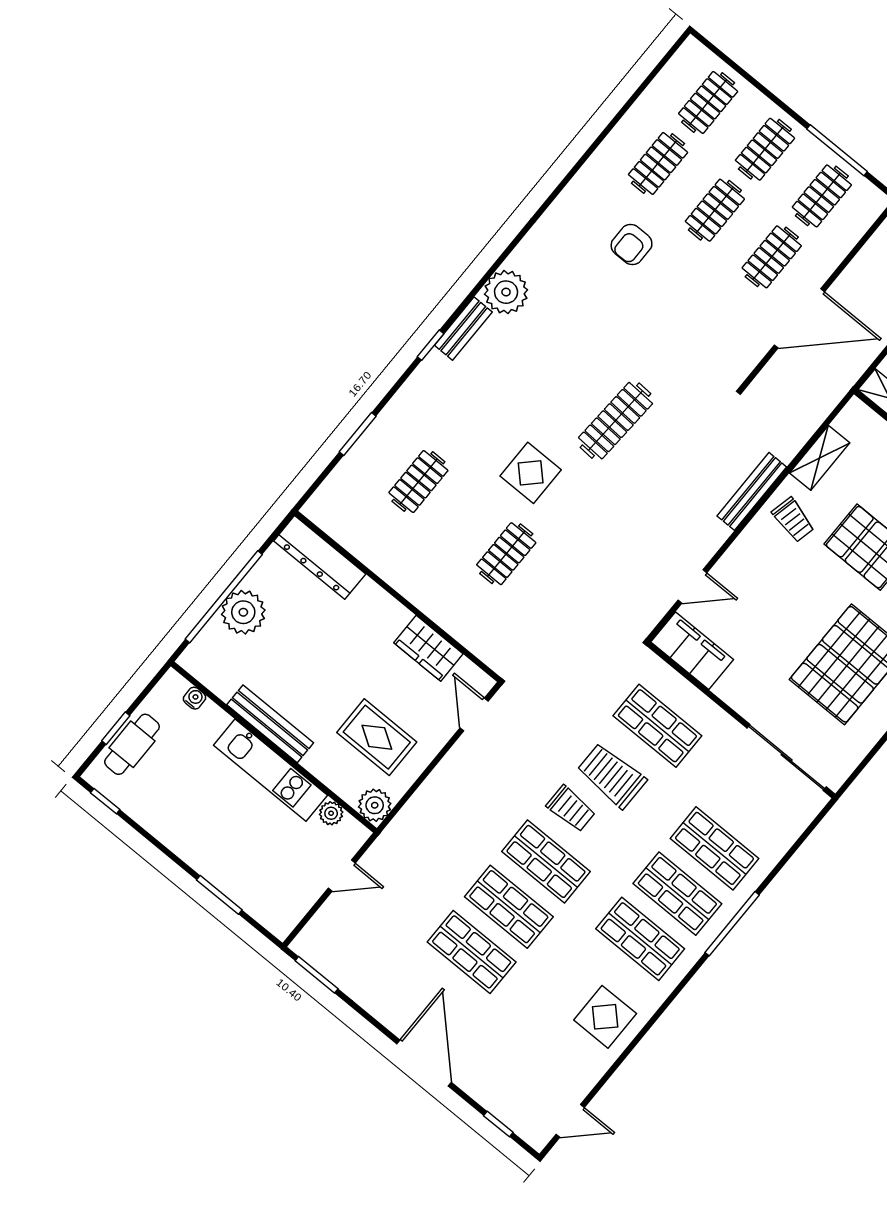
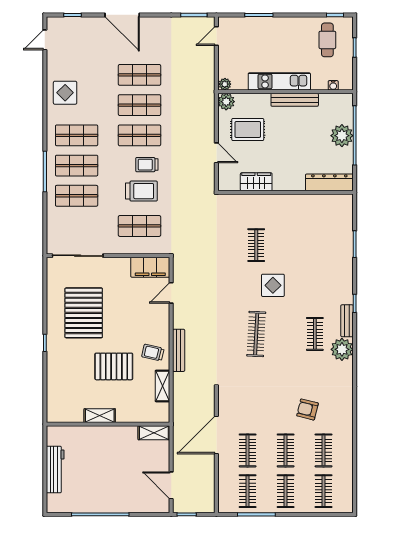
armchair: (632, 244) -> (308, 409), turned -76
clothes rail: (418, 482) -> (315, 334), moved
door: (474, 714) -> (216, 153), moved
cafe table: (132, 744) -> (327, 40), moved
plant: (331, 813) -> (225, 84), moved
door: (342, 876) -> (216, 36), moved

